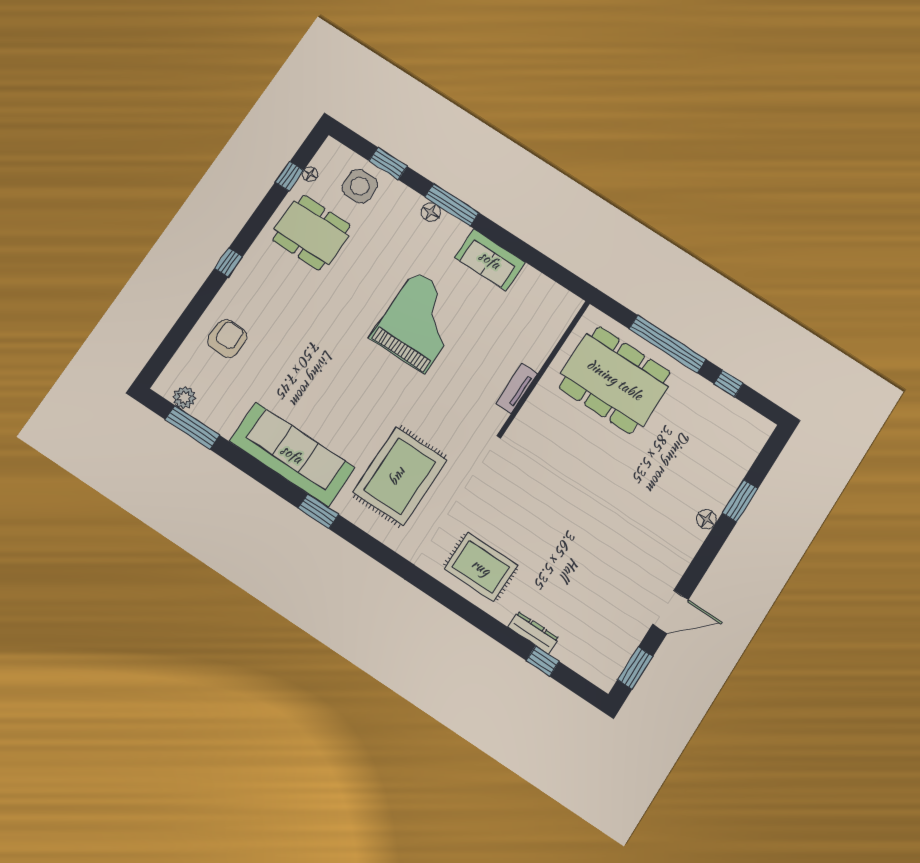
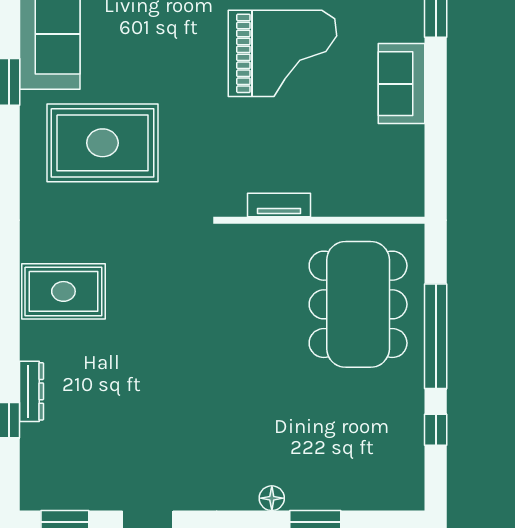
rug: (481, 567) -> (63, 291), turned 90

